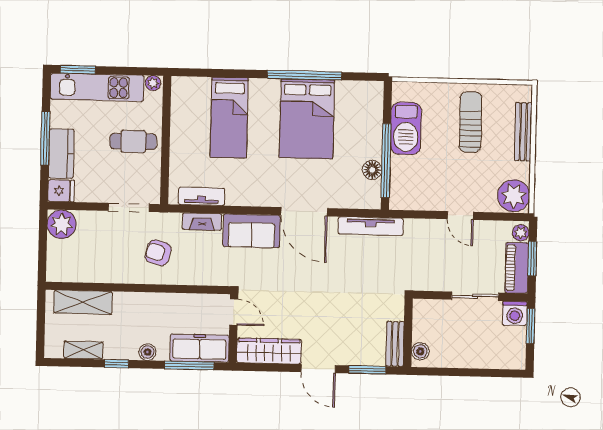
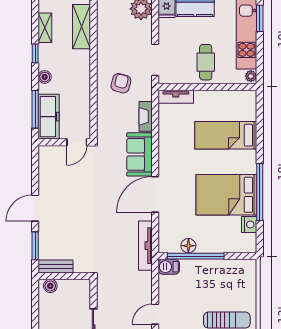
nightstand: (347, 90) -> (249, 225), added
barbecue: (406, 128) -> (169, 267), moved, width x0.53, depth x0.65
tv unit: (202, 196) -> (176, 97), moved, turned 90
wardrobe: (269, 351) -> (48, 170), removed

